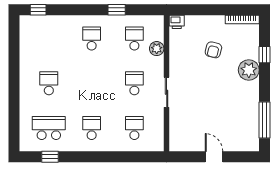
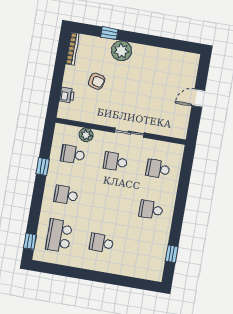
printer: (177, 22) -> (67, 95), moved
window: (265, 120) -> (172, 44), removed
school desk: (49, 128) -> (59, 236), moved

